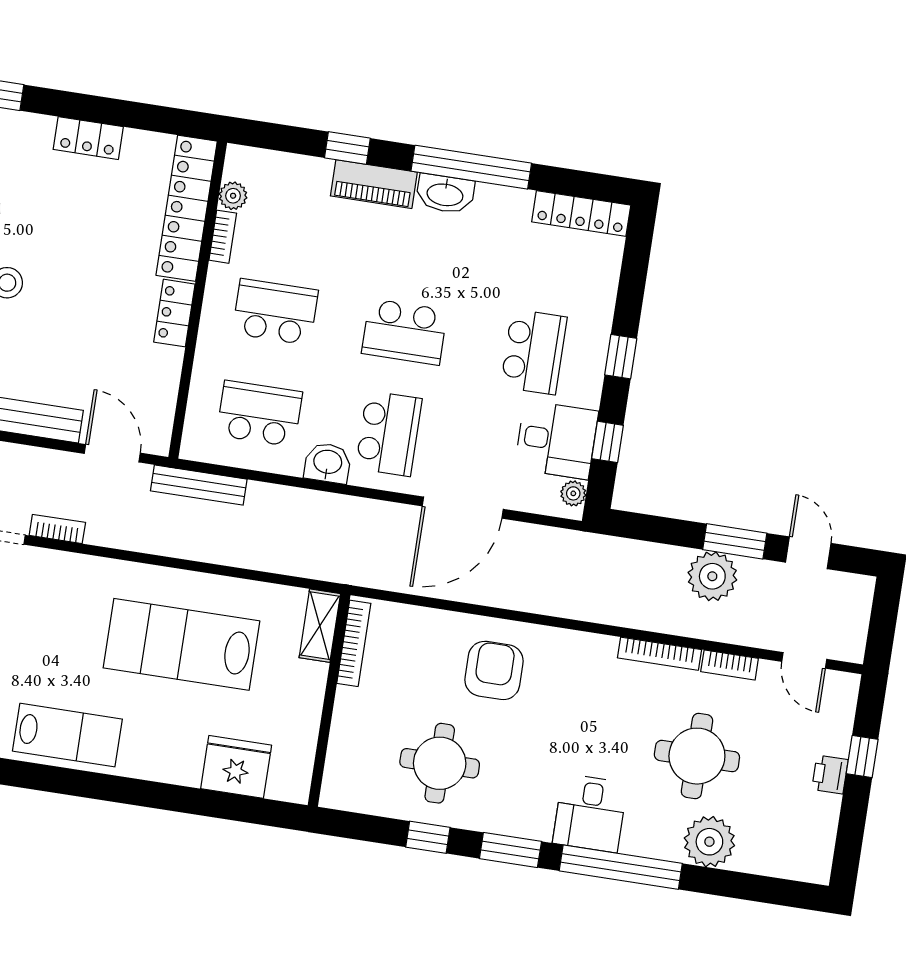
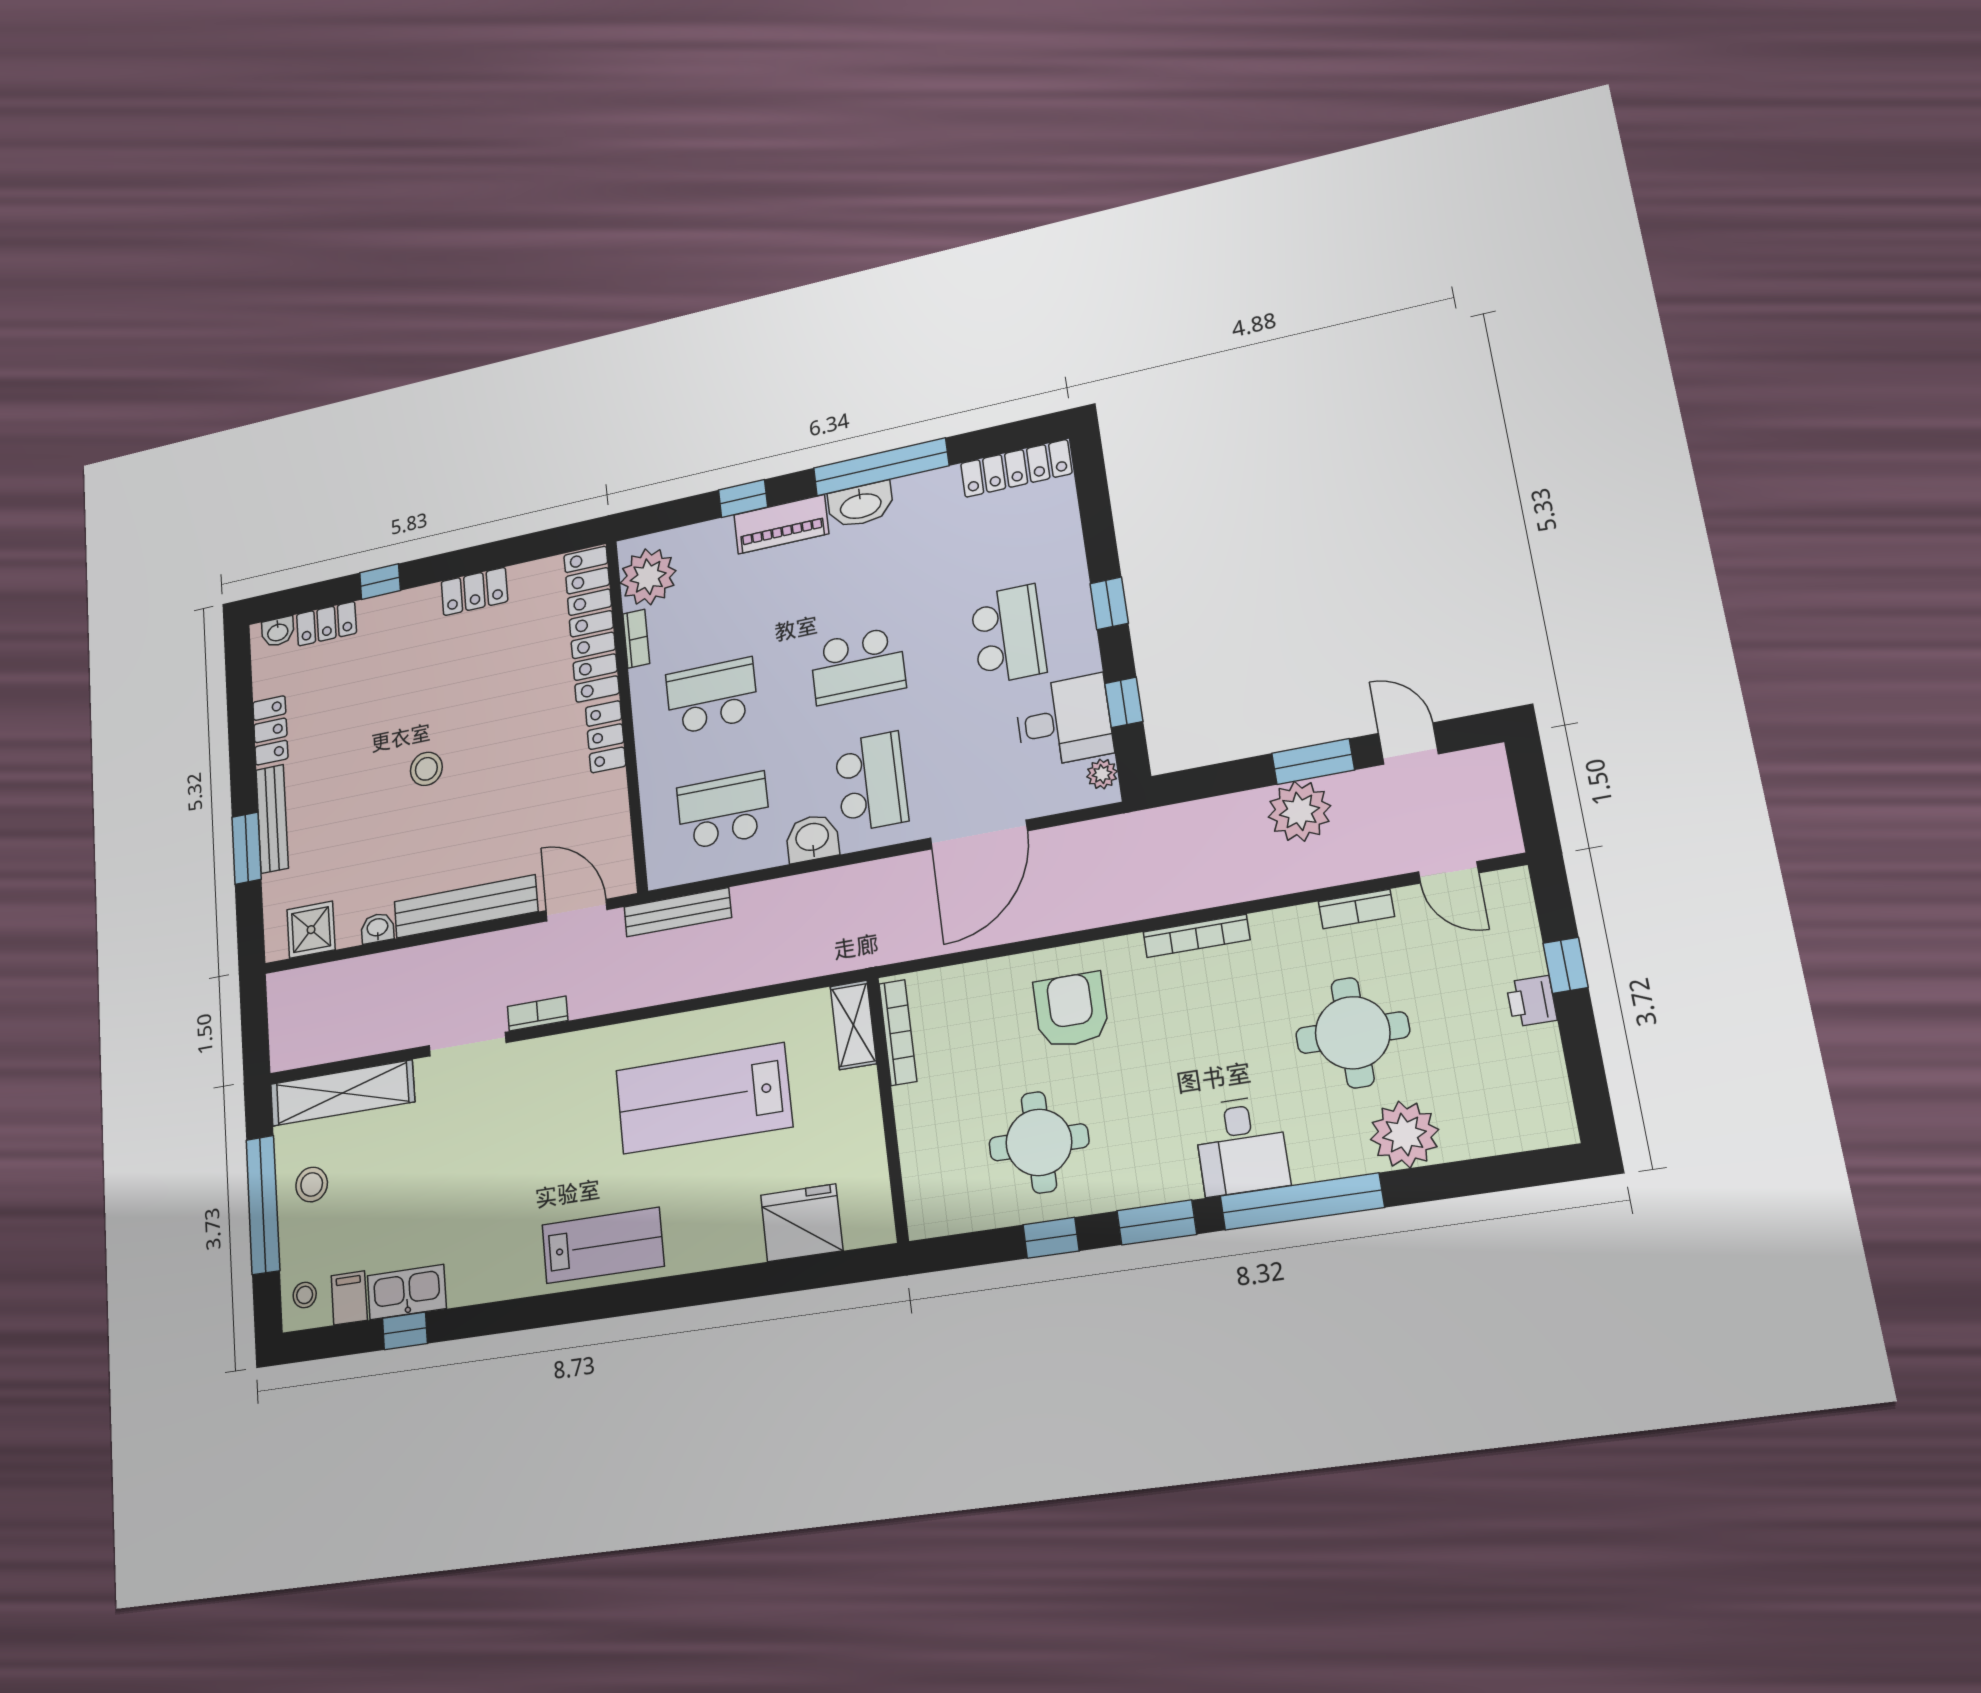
plant: (233, 196) -> (648, 577), width x1.88, depth x1.88
bookcase: (659, 654) -> (1196, 936), moved

